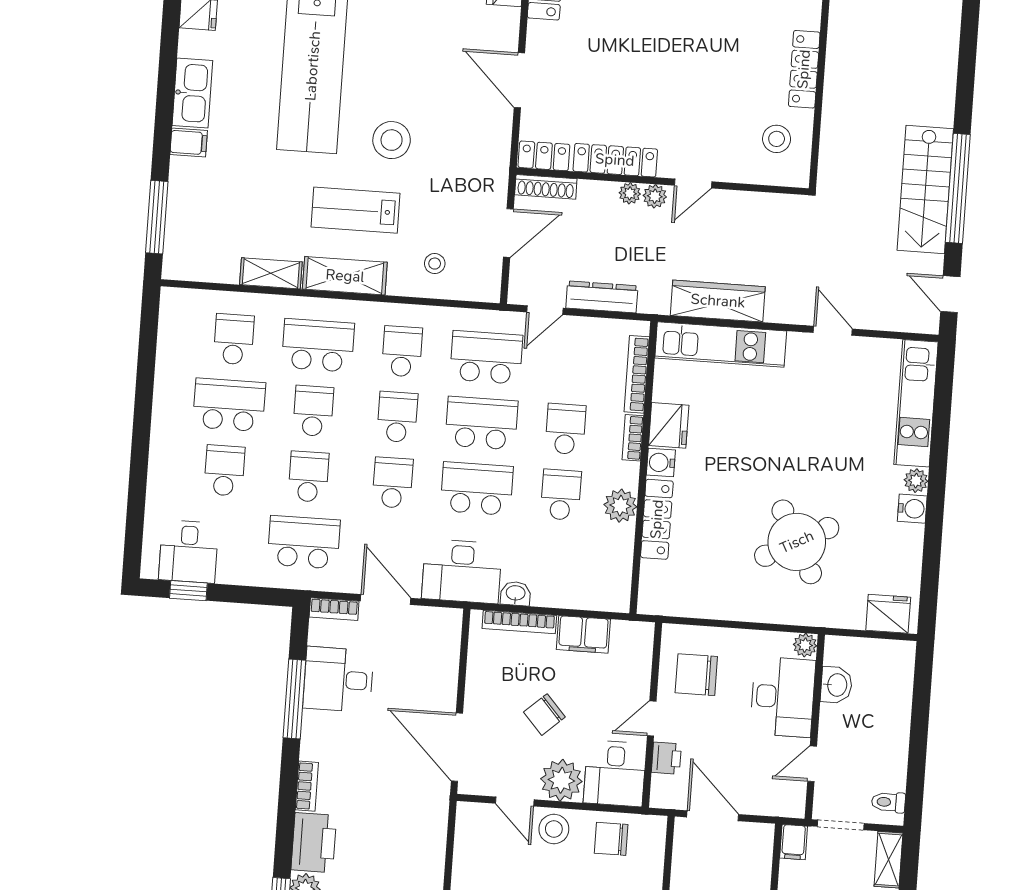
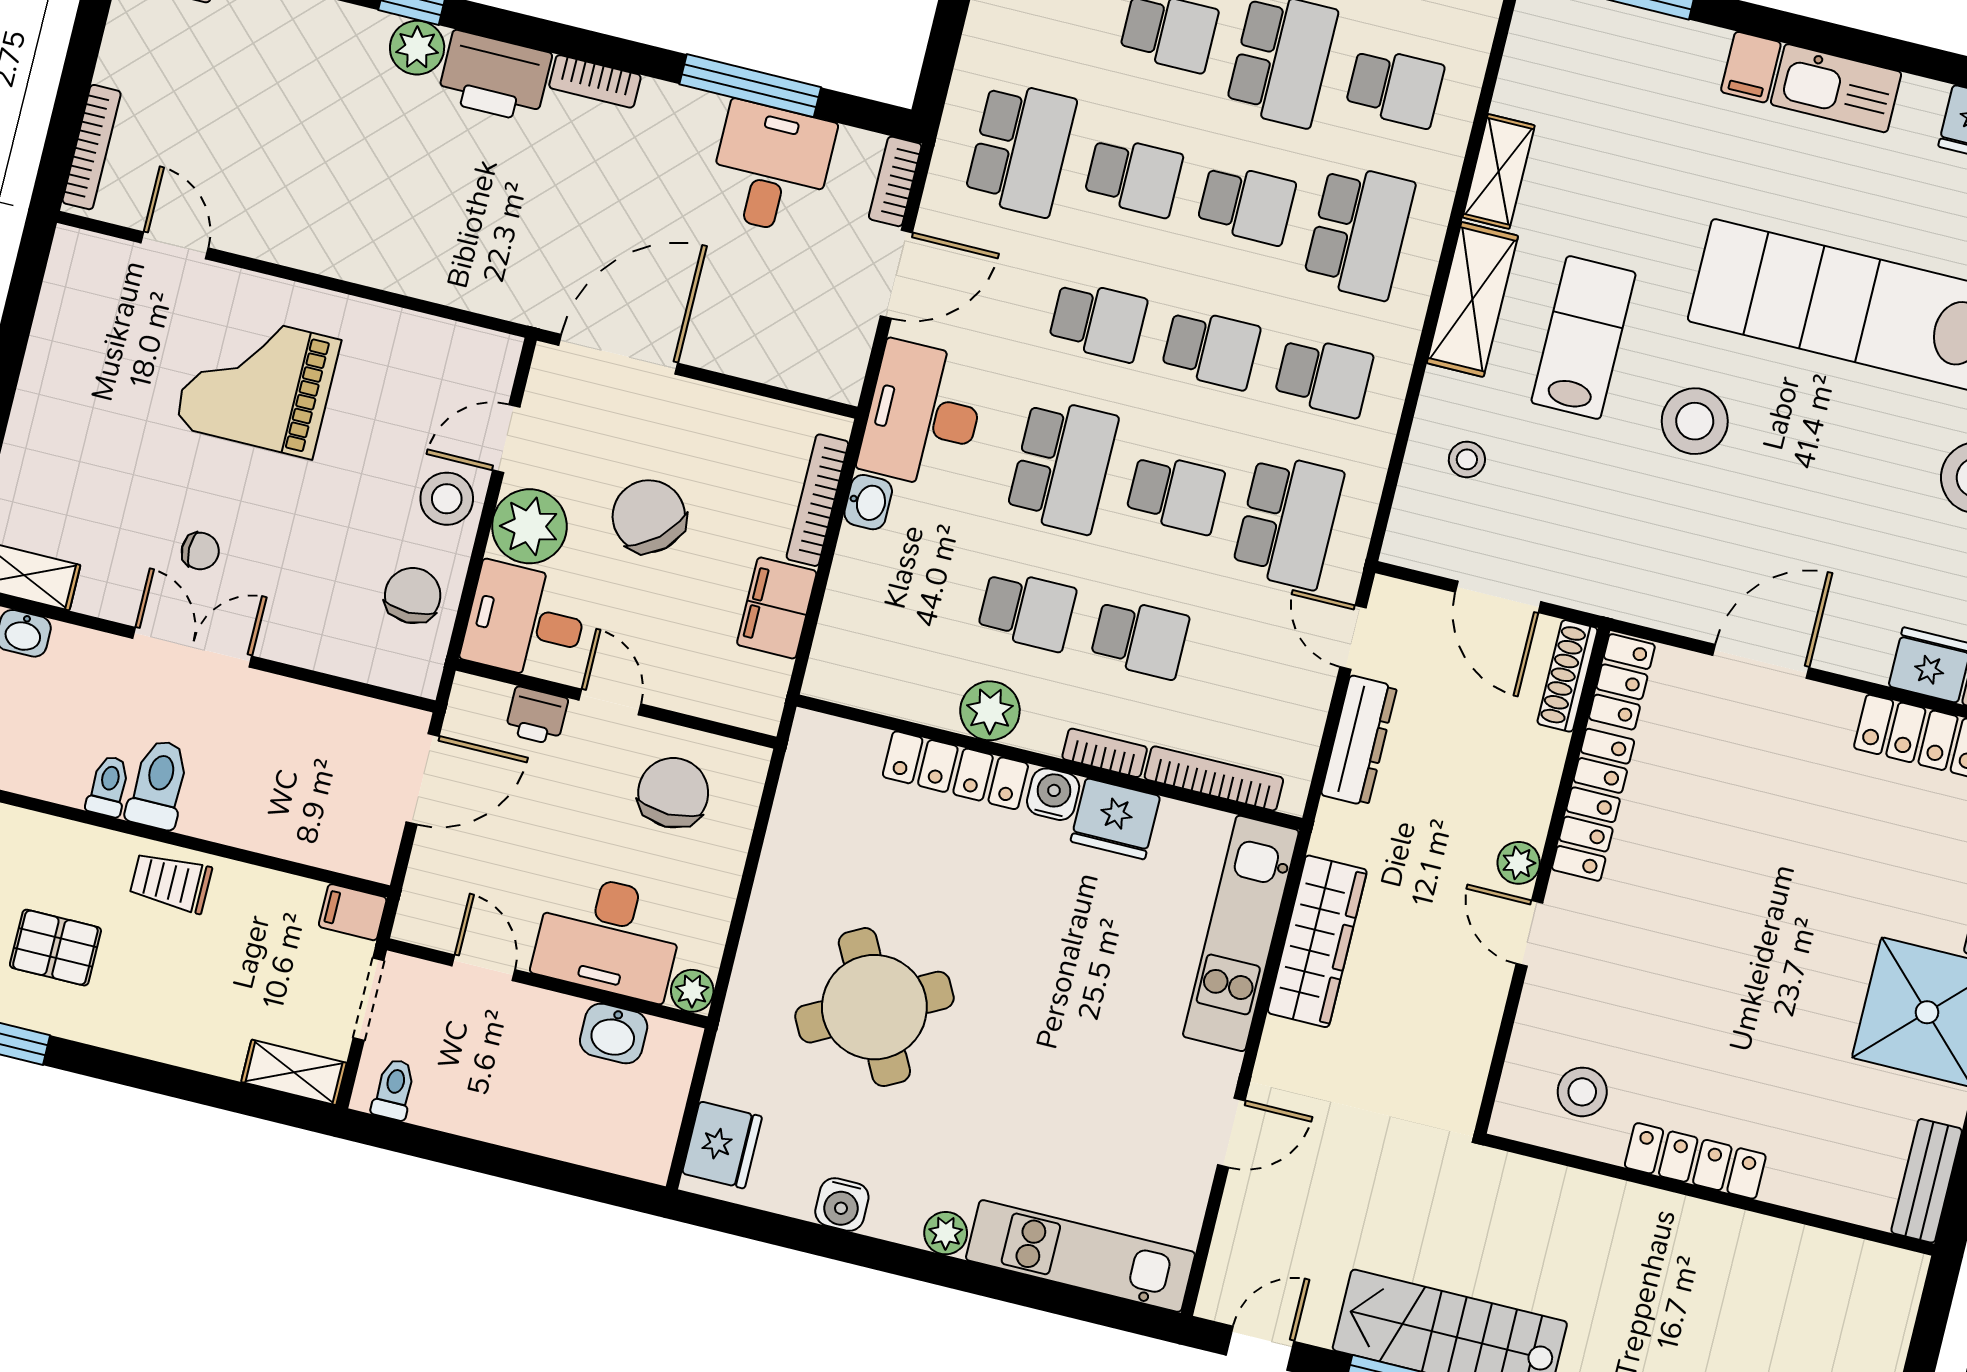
plant: (630, 193) -> (1531, 820), removed
school desk: (481, 423) -> (1175, 493), width x0.54
water cooler: (912, 509) -> (842, 1204), moved
chair: (544, 715) -> (649, 516), width x1.37, depth x1.37

